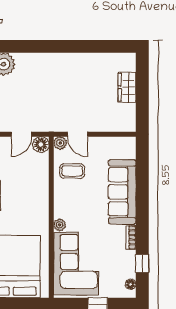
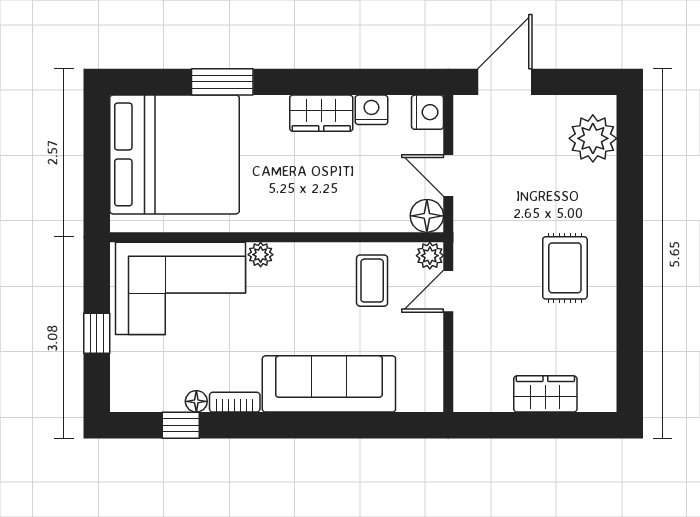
rug: (66, 78) -> (565, 268), added
floor lamp: (131, 284) -> (196, 401), moved

